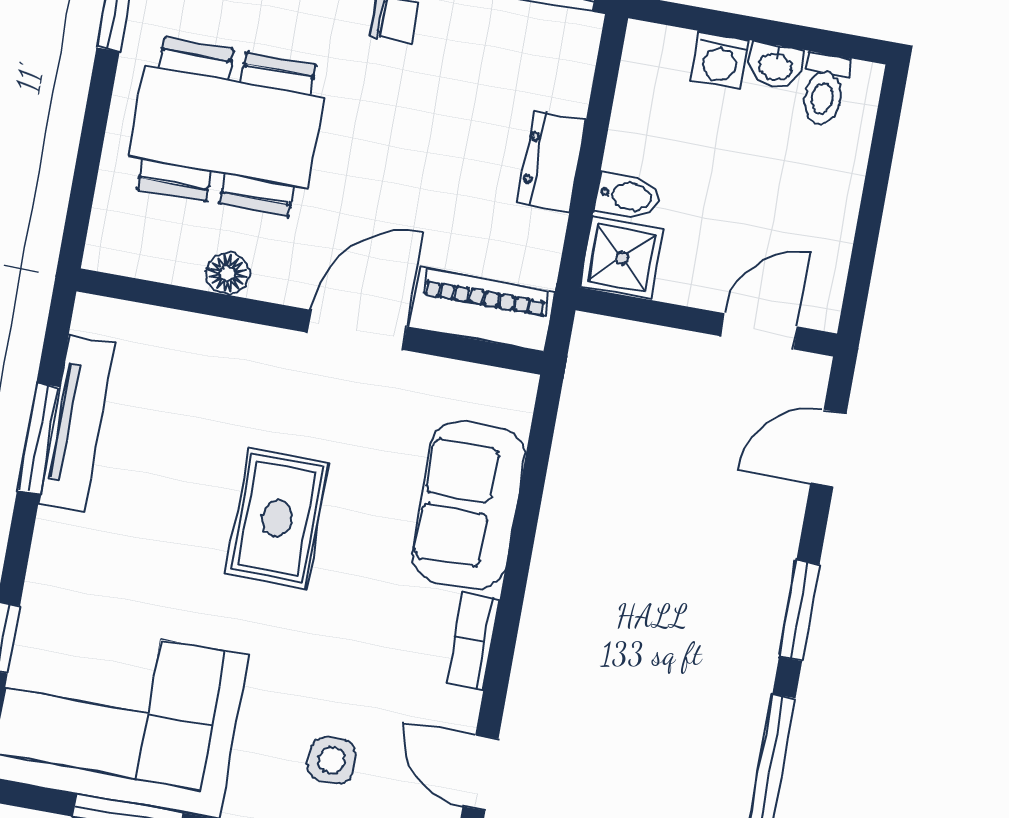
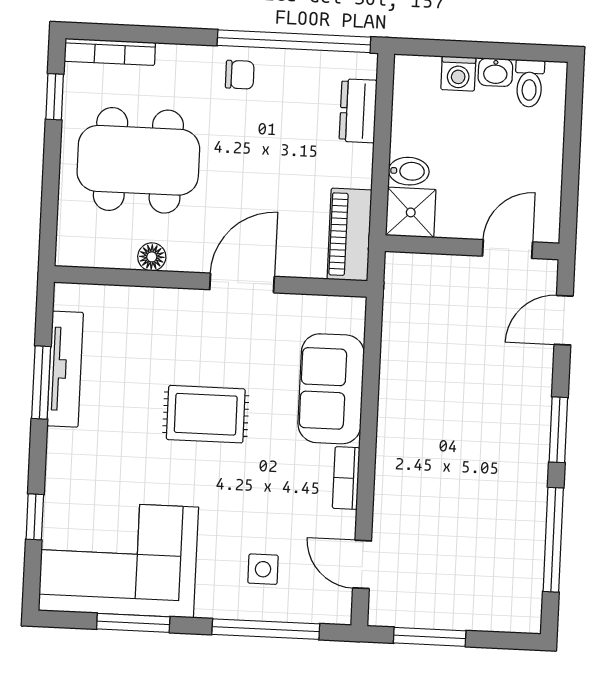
dresser: (552, 161) -> (358, 111), moved
piano: (482, 309) -> (349, 235), moved, turned -90
rug: (277, 518) -> (206, 414), turned 90

